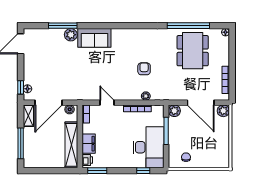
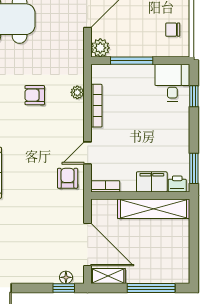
armchair: (91, 90) -> (68, 178), added
boiler: (70, 109) -> (98, 212), removed
desk: (148, 147) -> (172, 83), width x0.53, depth x0.77

